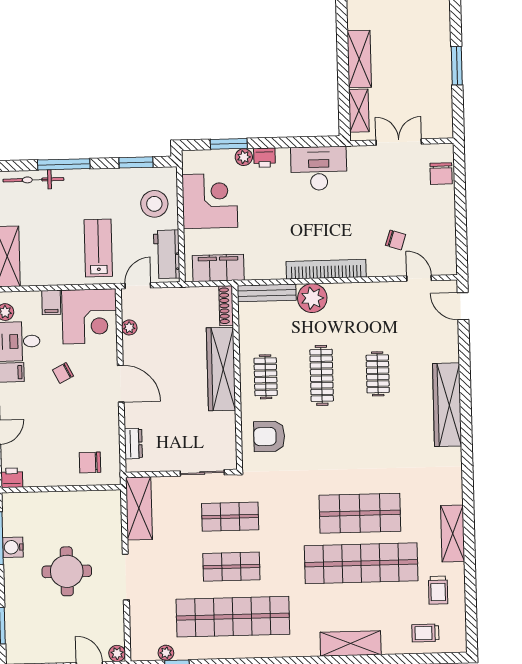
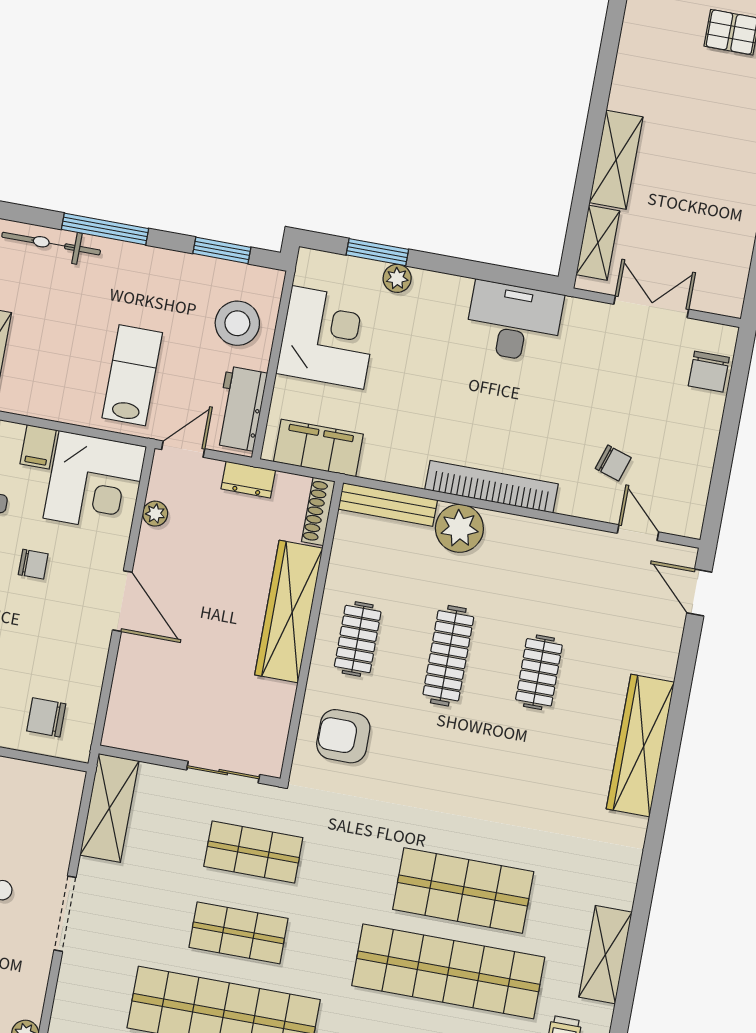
printer: (264, 158) -> (430, 286), removed
chair: (63, 373) -> (33, 564), turned -153
dresser: (133, 444) -> (248, 480), moved, turned 90

